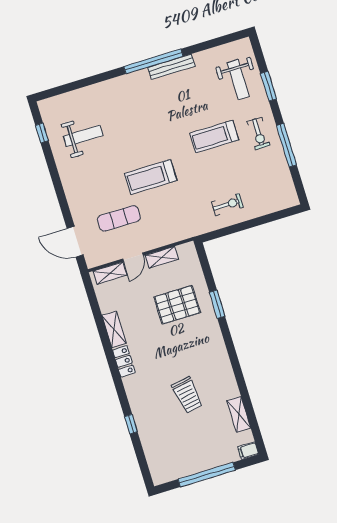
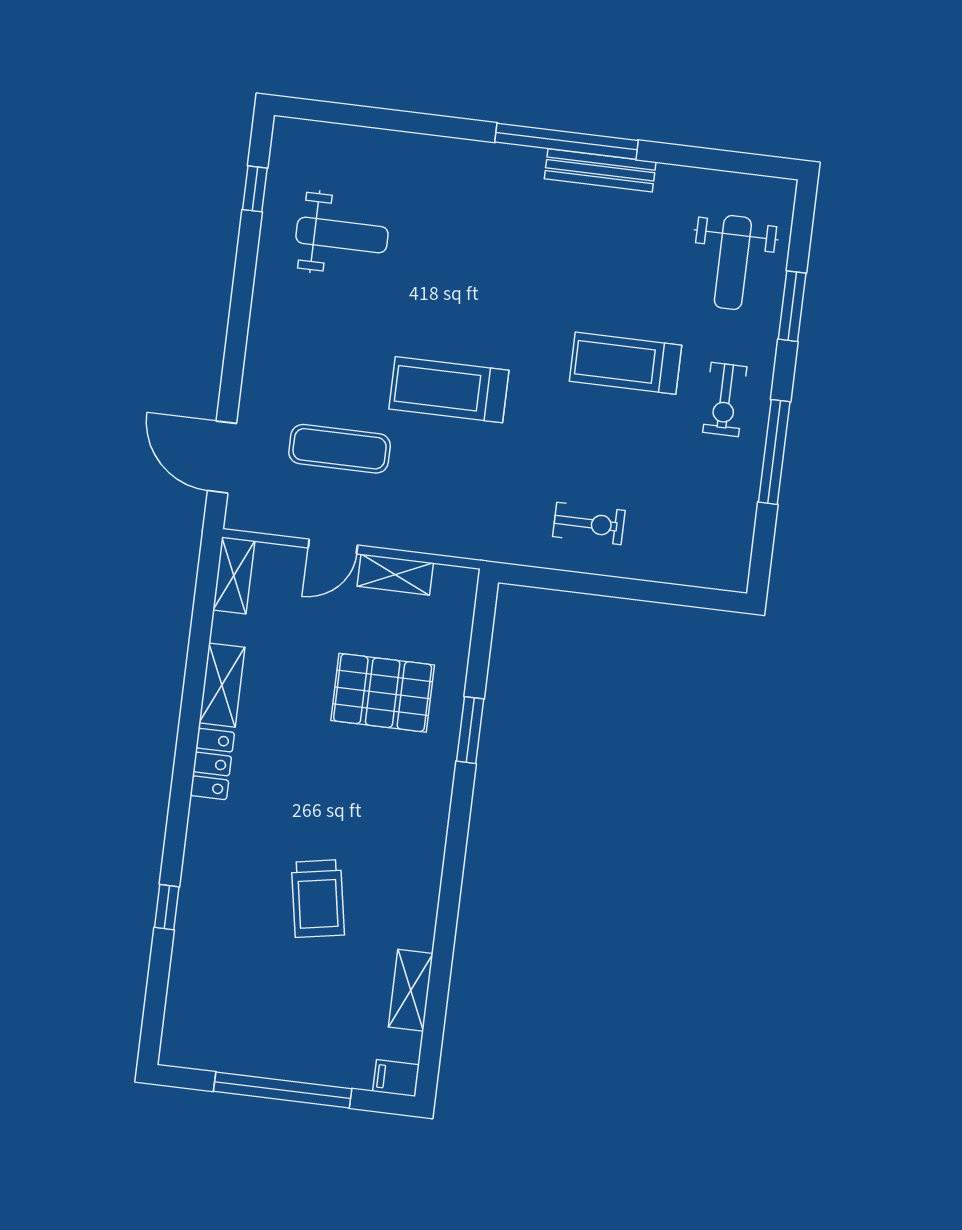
shelving: (110, 273) -> (234, 575), moved, turned 90

